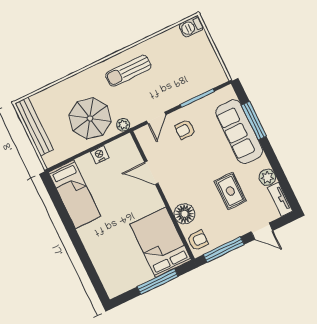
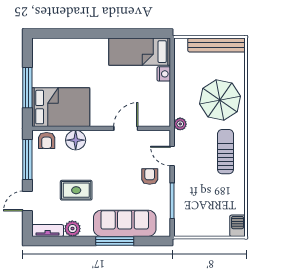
parasol: (90, 118) -> (220, 100), moved
window: (254, 121) -> (115, 241), moved
nightstand: (100, 155) -> (164, 74), moved

